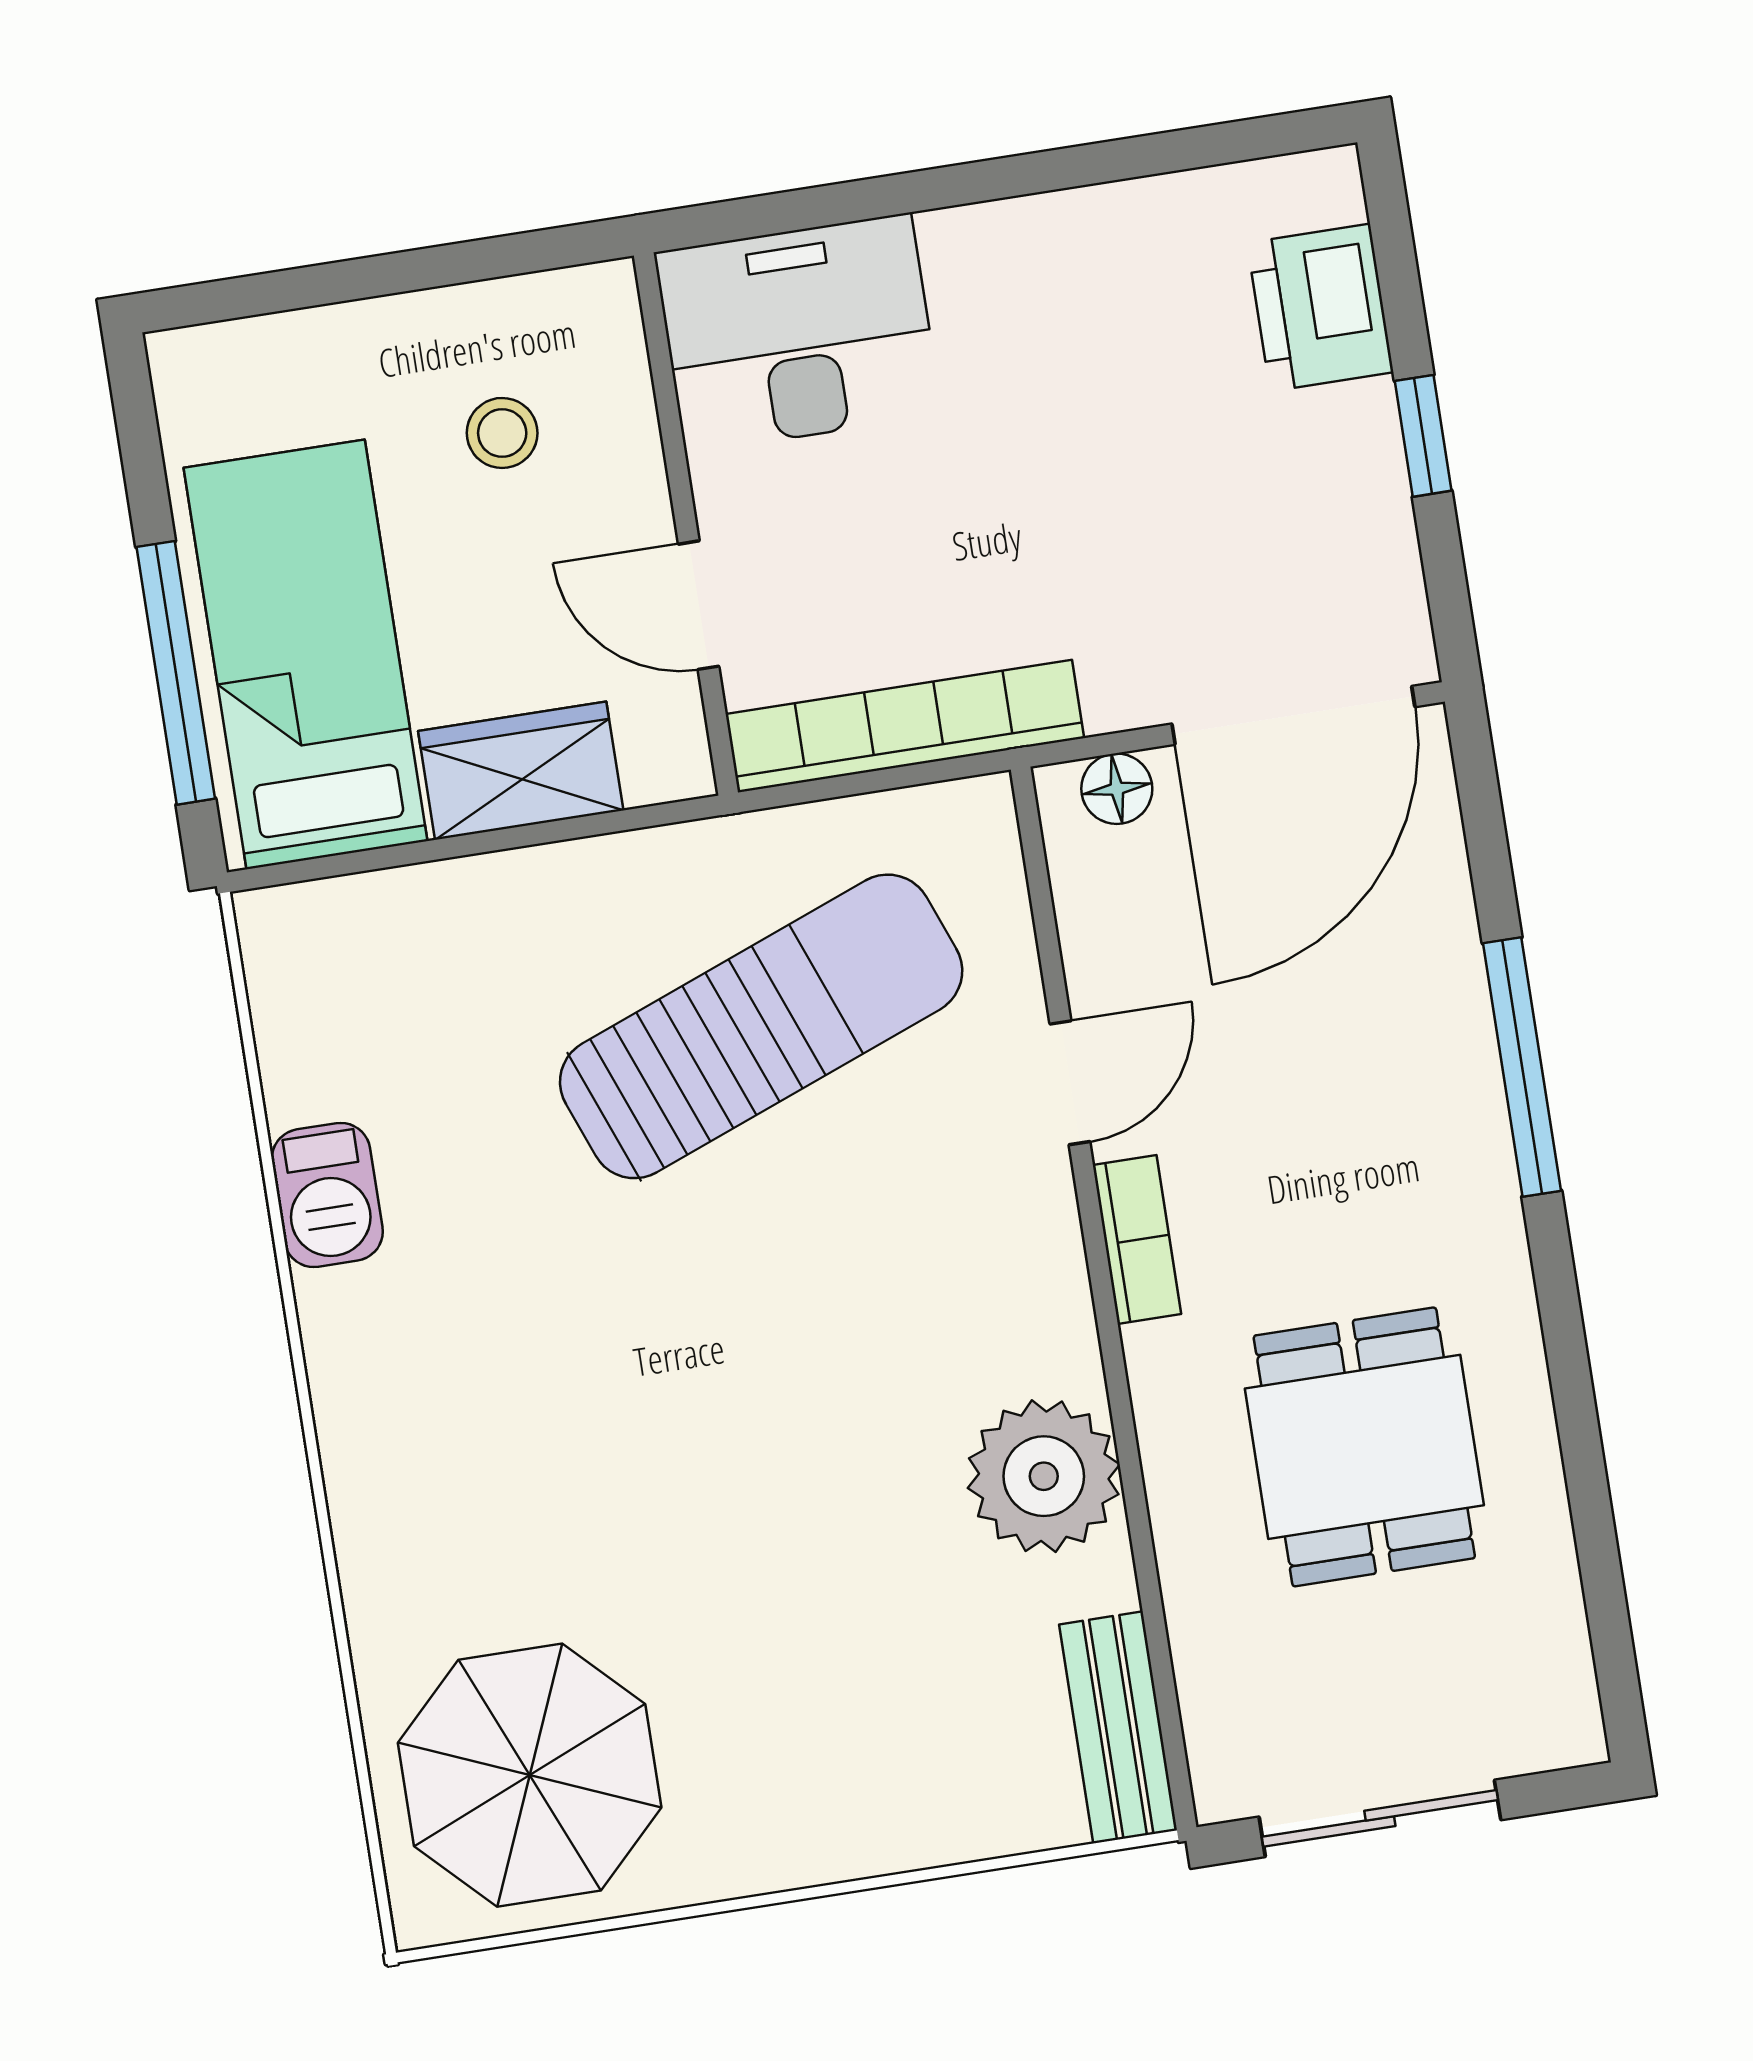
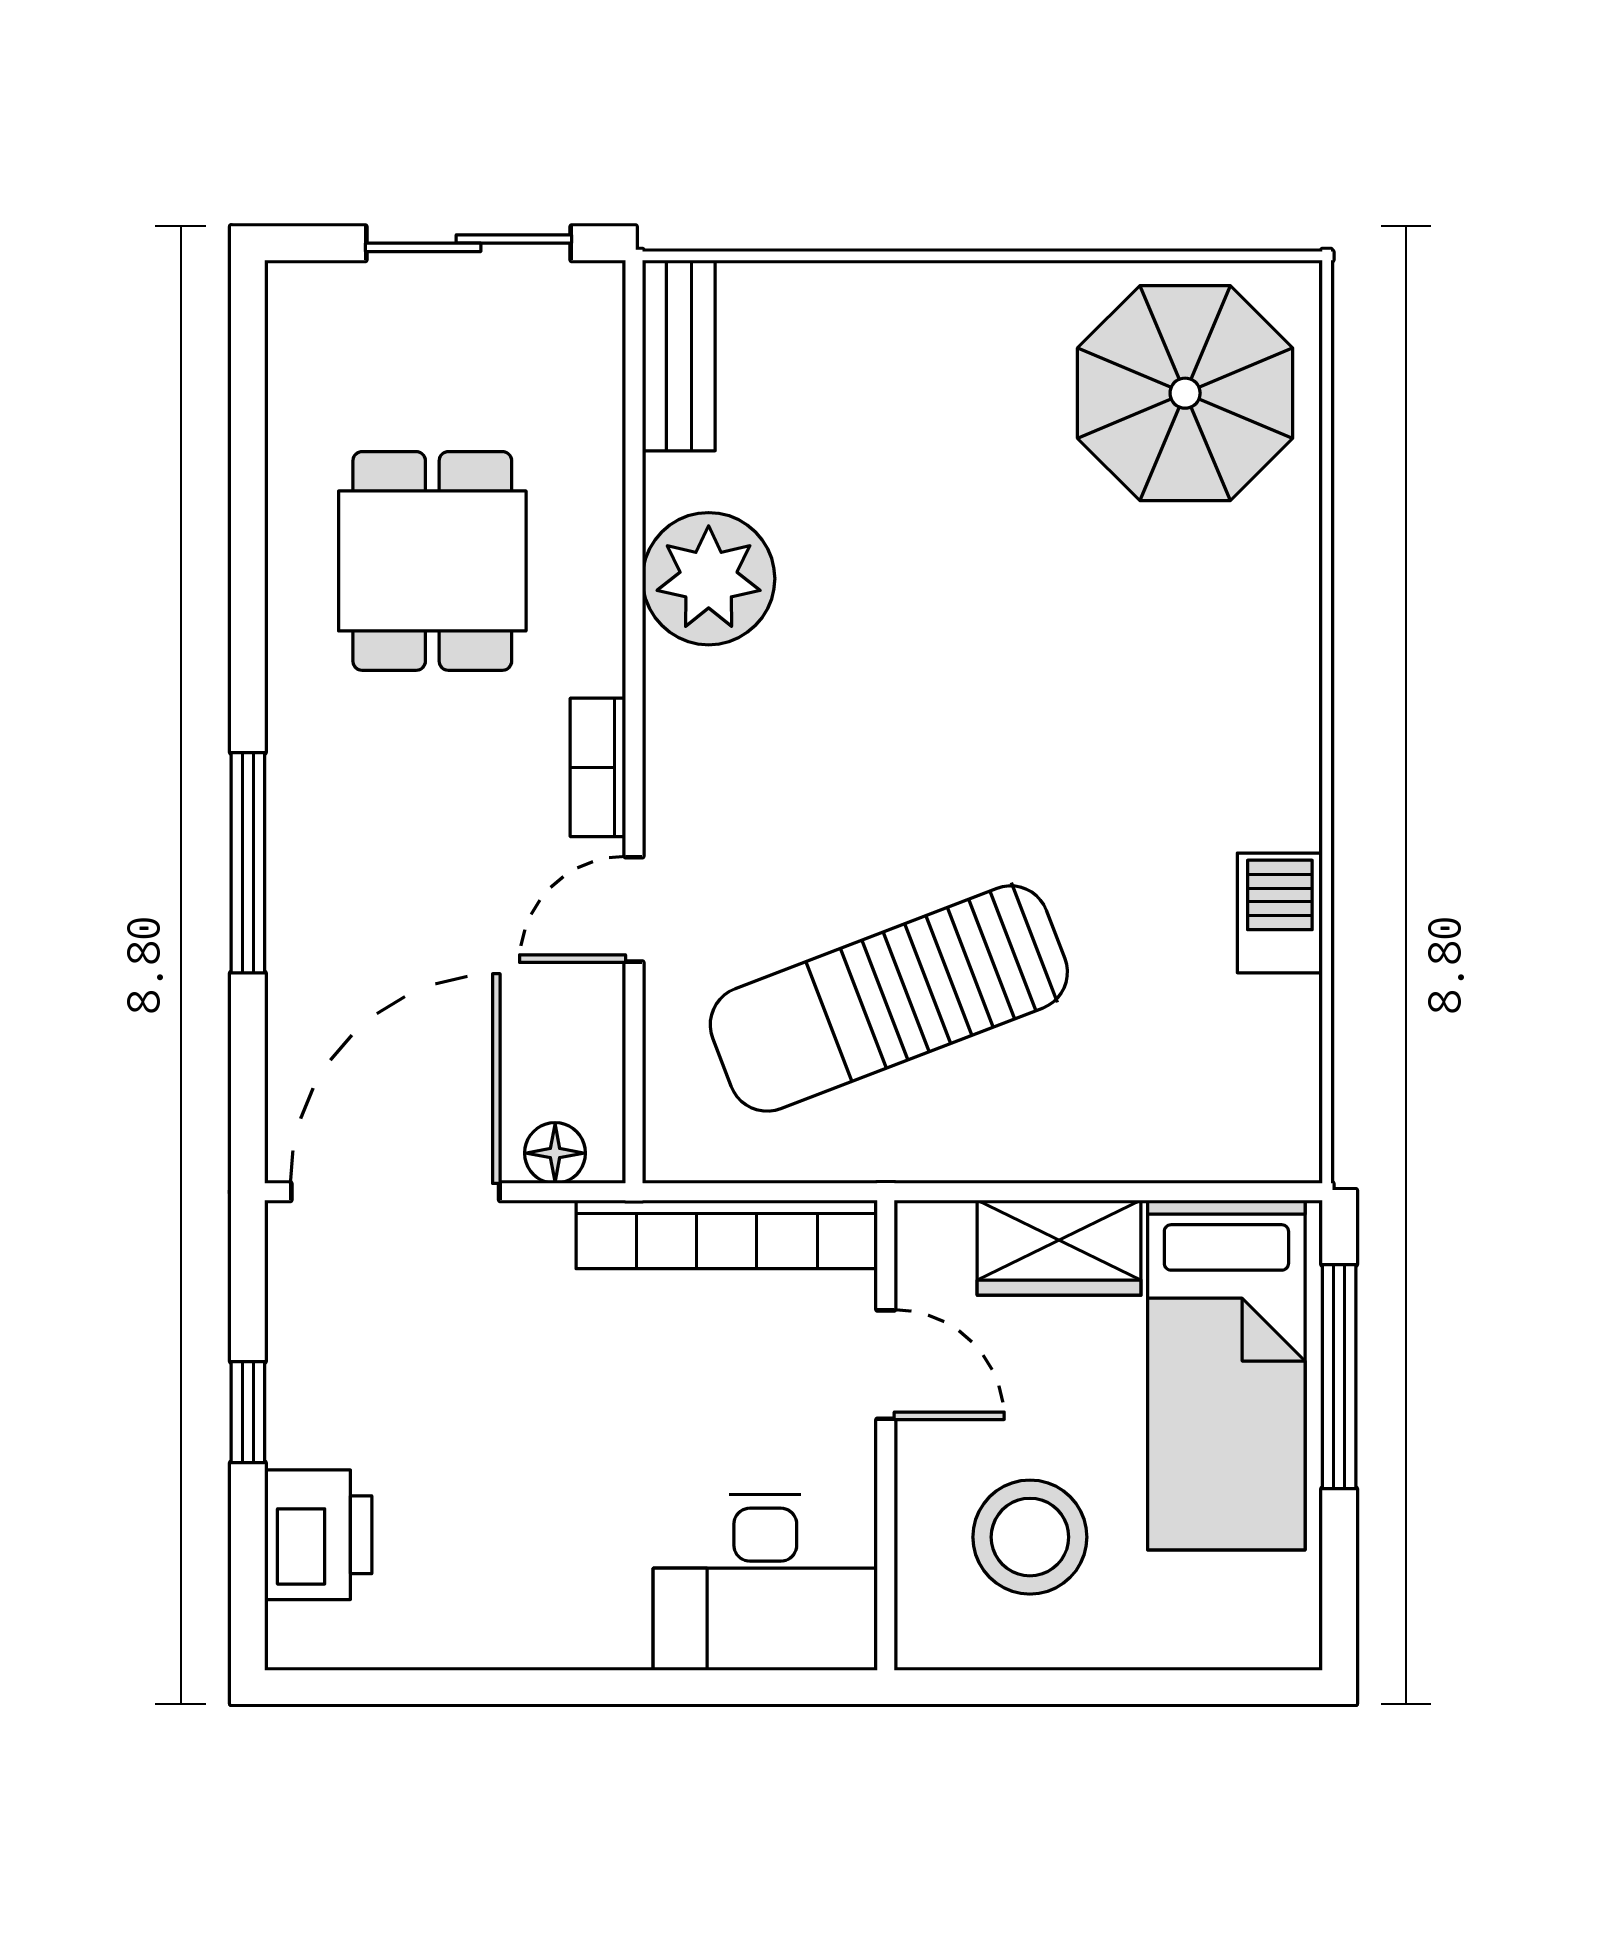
stool: (502, 433) -> (1030, 1537), width x1.89, depth x1.89

